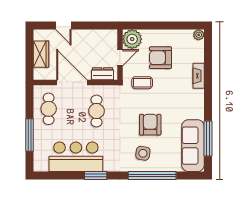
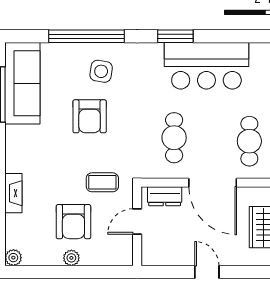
door: (63, 26) -> (207, 272), moved
plant: (132, 39) -> (71, 258), moved, width x0.53, depth x0.53
armchair: (160, 58) -> (73, 222), turned 90

